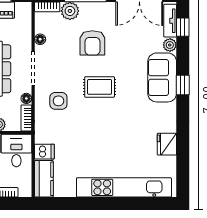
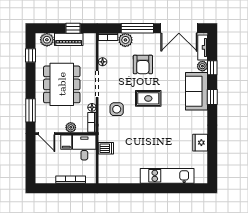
window: (183, 27) -> (212, 68), moved
kitchen counter: (44, 179) -> (105, 169), removed
kitchen unit: (124, 187) -> (167, 176), width x0.73

